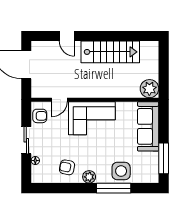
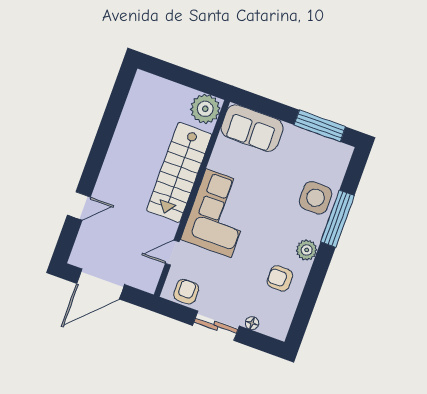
stairs: (110, 52) -> (179, 172), moved, turned 180
door: (59, 100) -> (172, 253), swing flipped
sofa: (148, 126) -> (252, 128), width x0.73
armchair: (67, 167) -> (280, 278), turned 79

